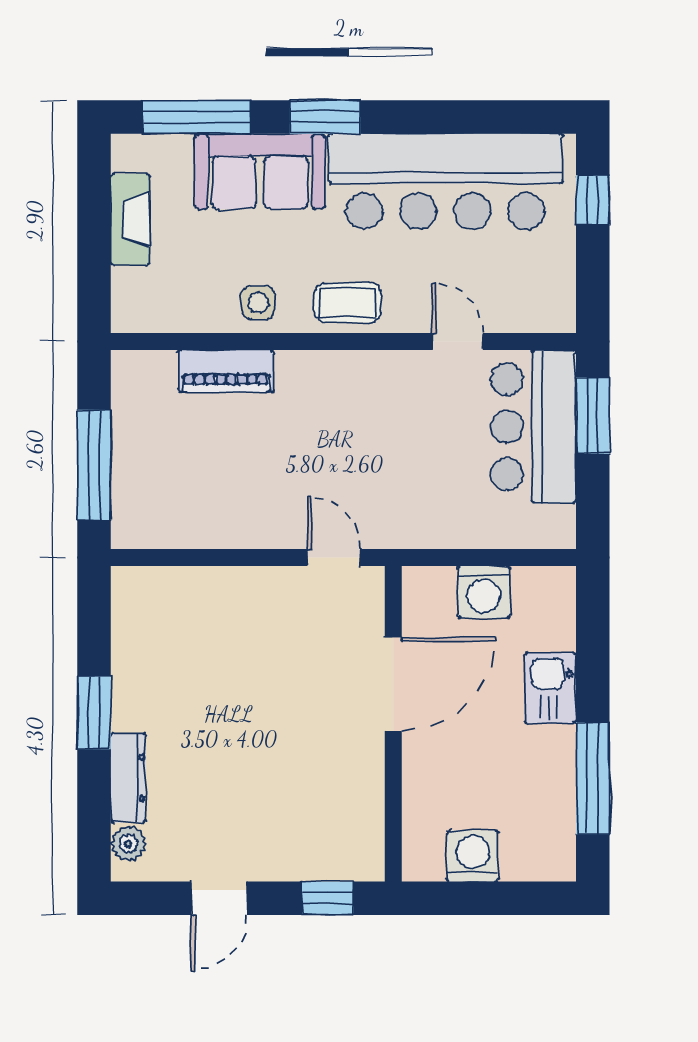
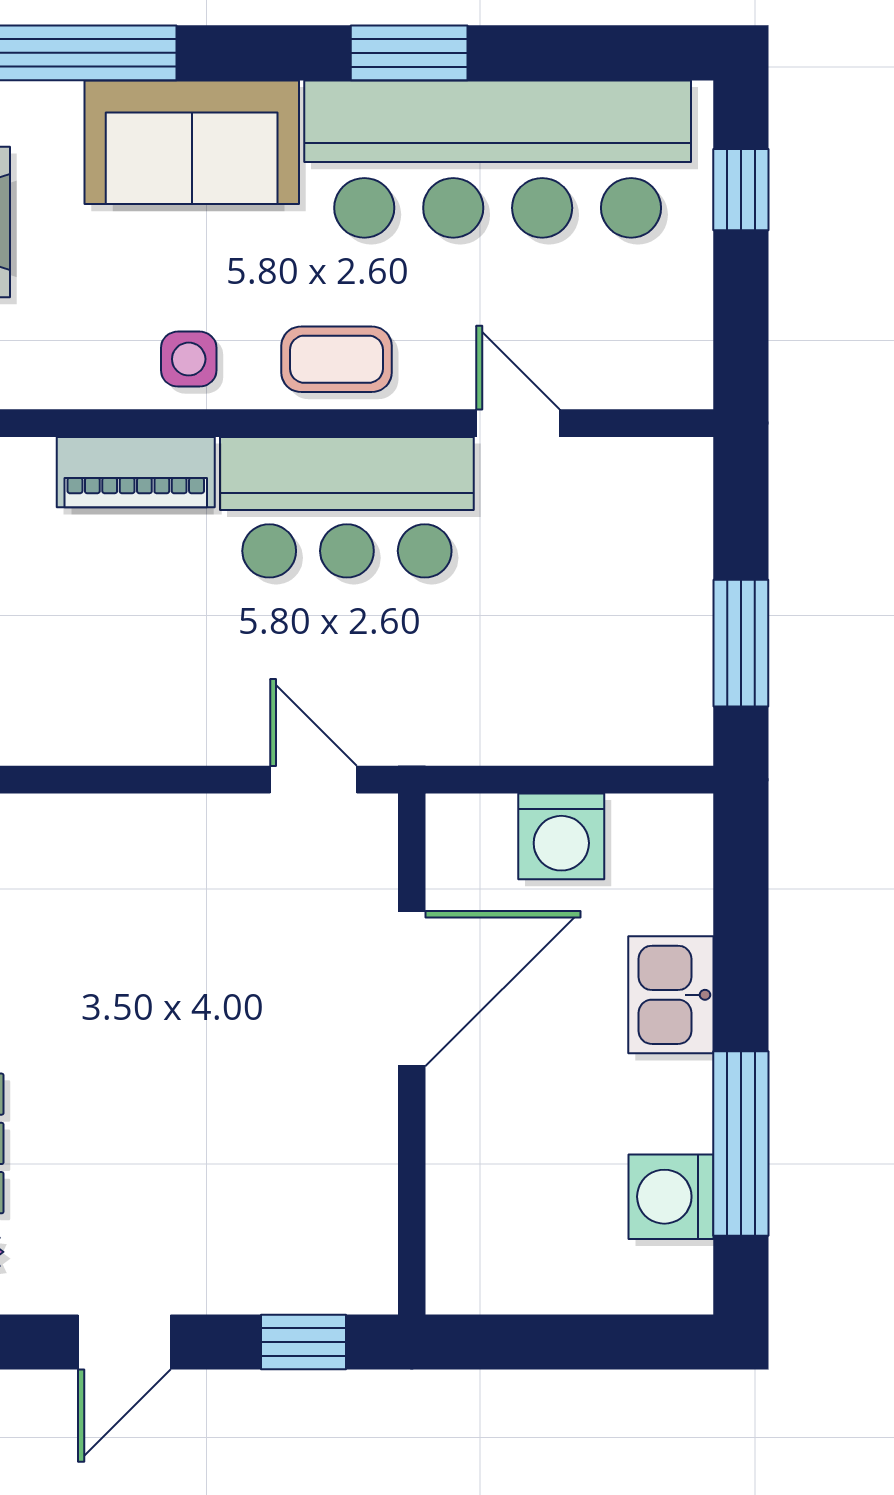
window: (325, 117) -> (409, 53), moved
window: (593, 415) -> (741, 643), moved
bar counter: (533, 427) -> (347, 507), moved, turned -90
washing machine: (473, 856) -> (671, 1197), moved, turned -90

